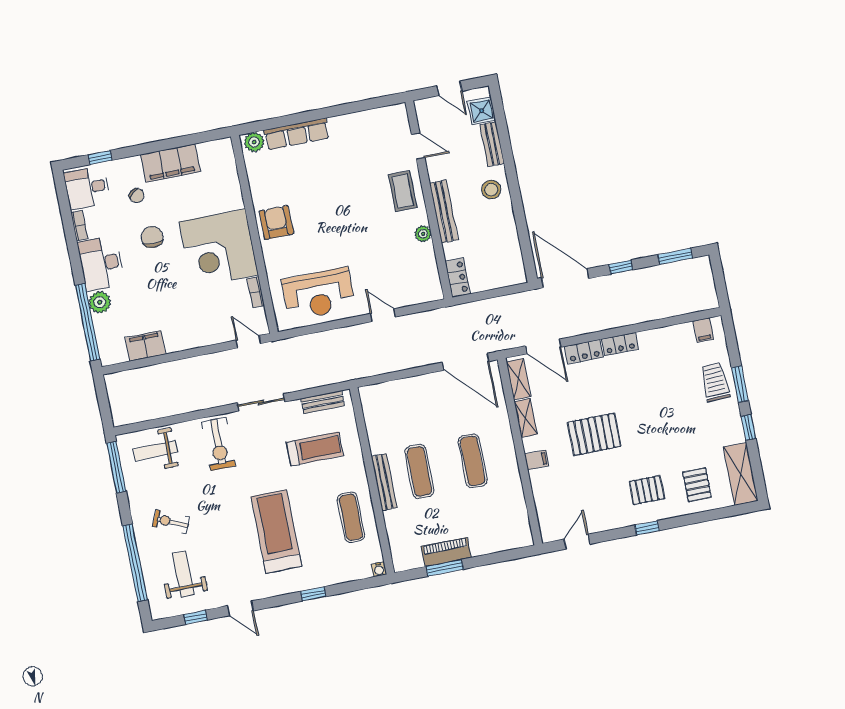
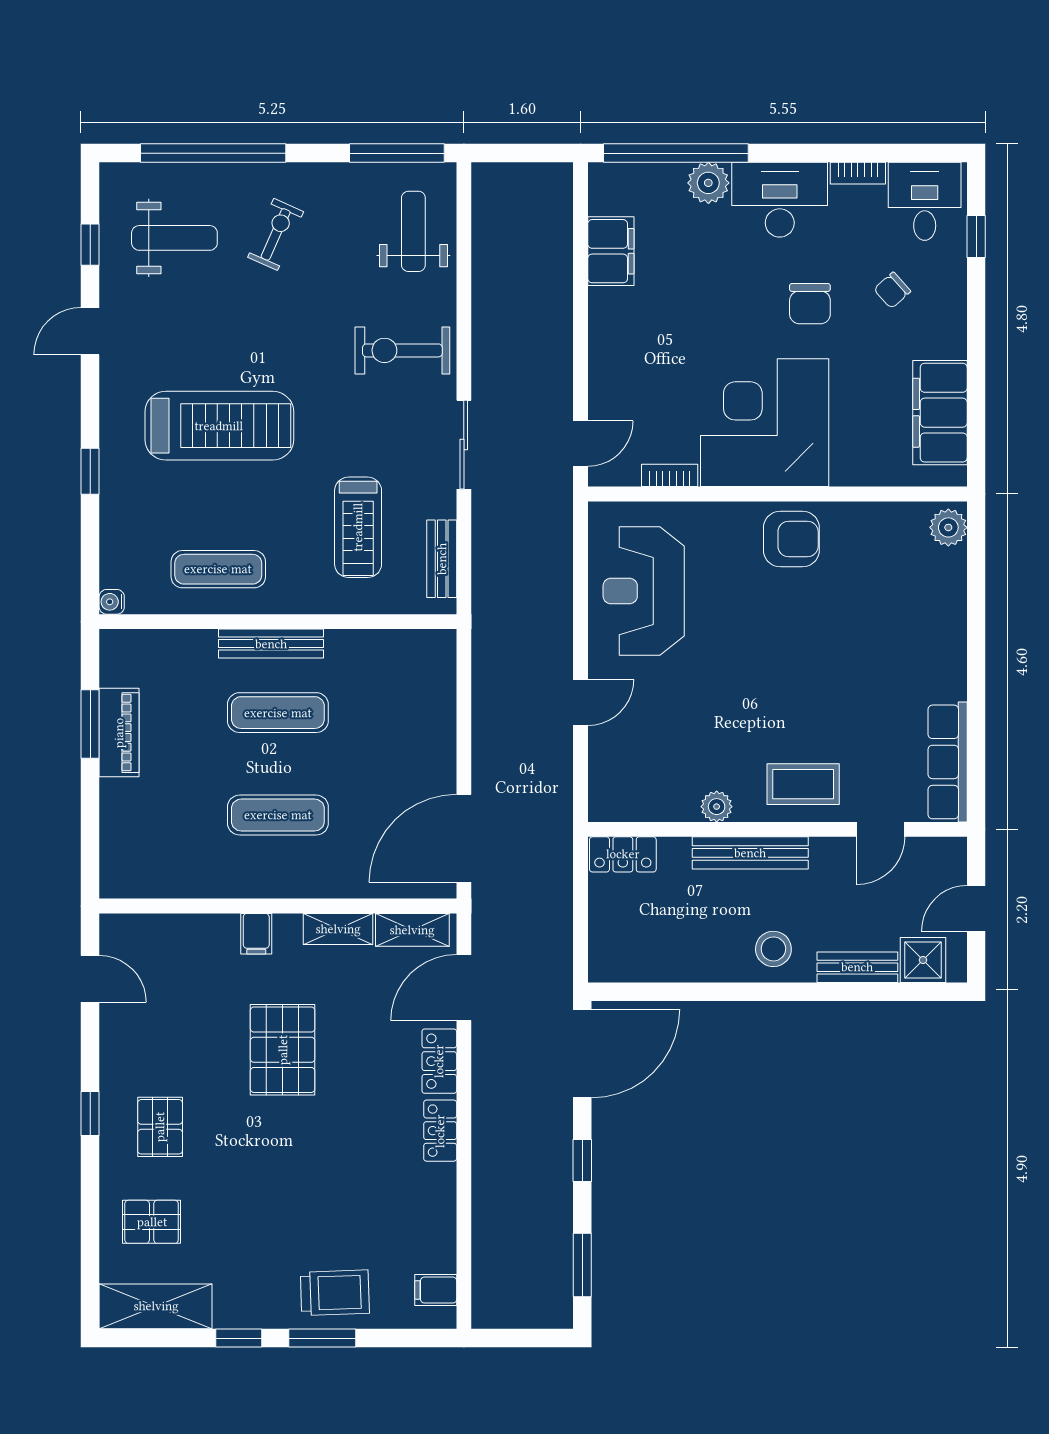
row of seats: (297, 134) -> (948, 762), moved
filing cabinet: (170, 163) -> (940, 413), moved
chair: (152, 237) -> (810, 304), turned 90

